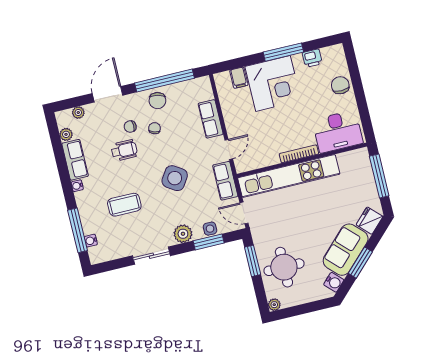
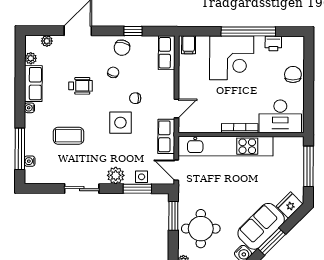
window: (283, 52) -> (248, 31), width x1.46
filing cabinet: (239, 78) -> (189, 45), moved
window: (165, 81) -> (133, 31), width x0.32
row of seats: (211, 119) -> (167, 53), moved
chair: (130, 127) -> (135, 98), moved
side table: (175, 178) -> (120, 123), turned -33

